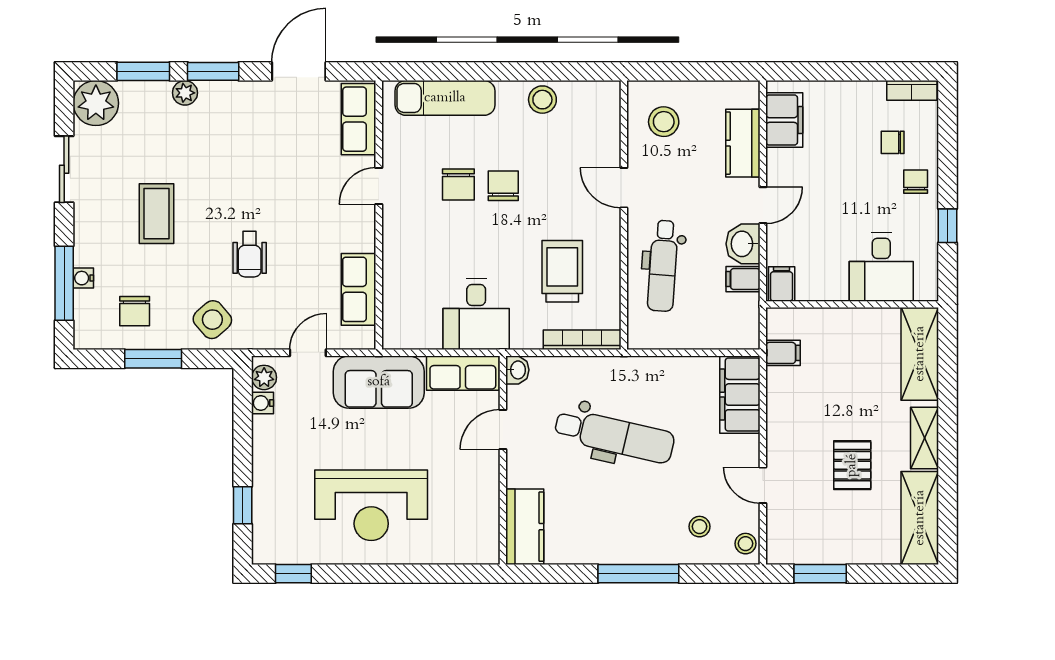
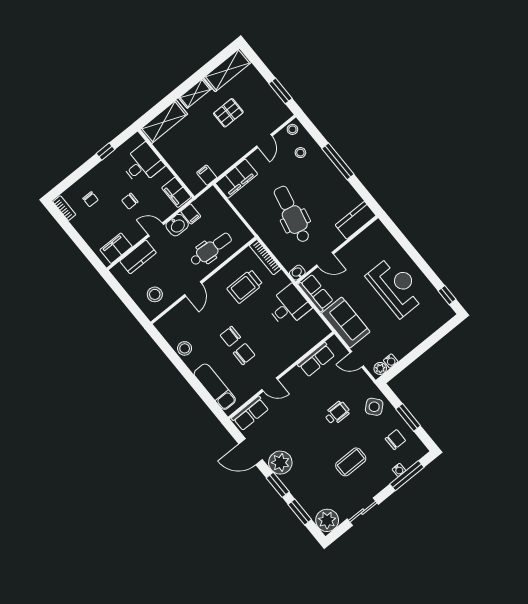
plant: (185, 93) -> (280, 463), moved, width x1.87, depth x1.87
chair: (916, 182) -> (130, 201), moved
filing cabinet: (782, 284) -> (176, 192), width x2.00
window: (243, 505) -> (437, 336), removed

